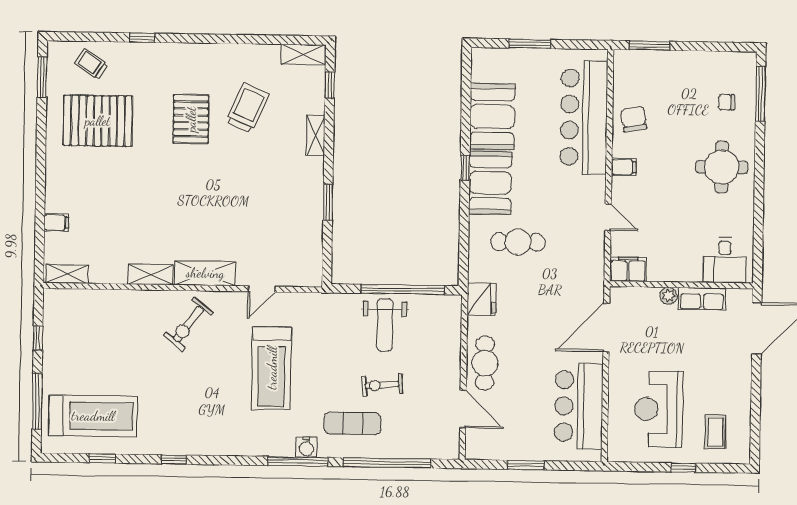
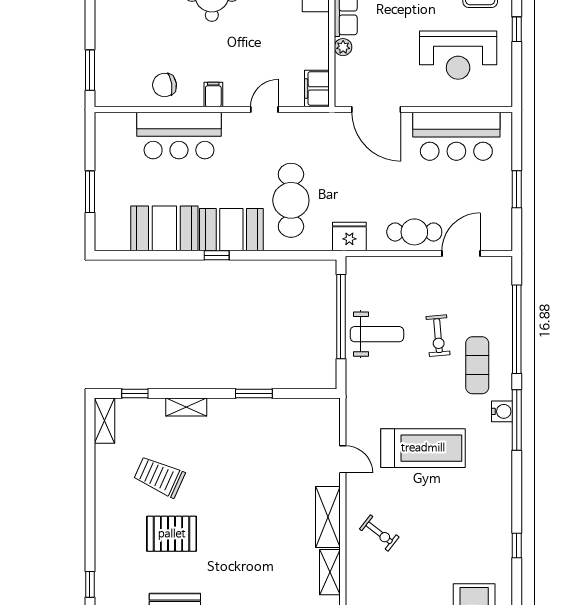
bar counter: (584, 117) -> (179, 136), width x0.73
cafe table: (518, 242) -> (291, 200), width x1.37, depth x1.35
exercise bike: (188, 324) -> (379, 533), width x0.73, depth x0.72

